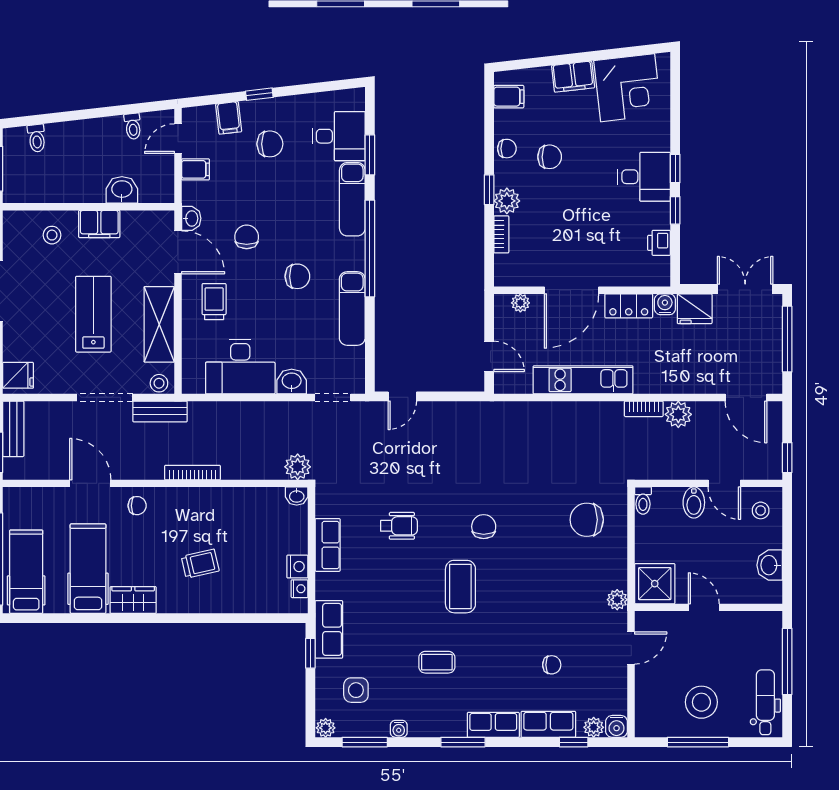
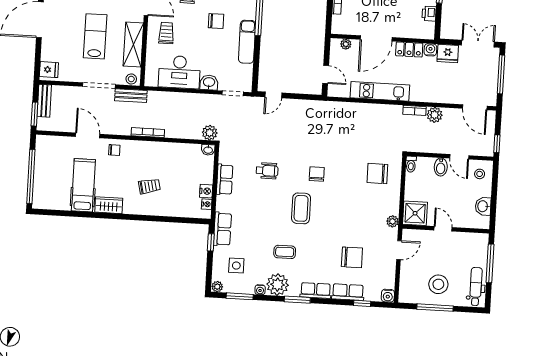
hospital bed: (26, 572) -> (47, 185), removed
chair: (552, 665) -> (352, 257), width x1.87, depth x1.87
plant: (594, 727) -> (278, 285), moved, width x1.87, depth x1.87

